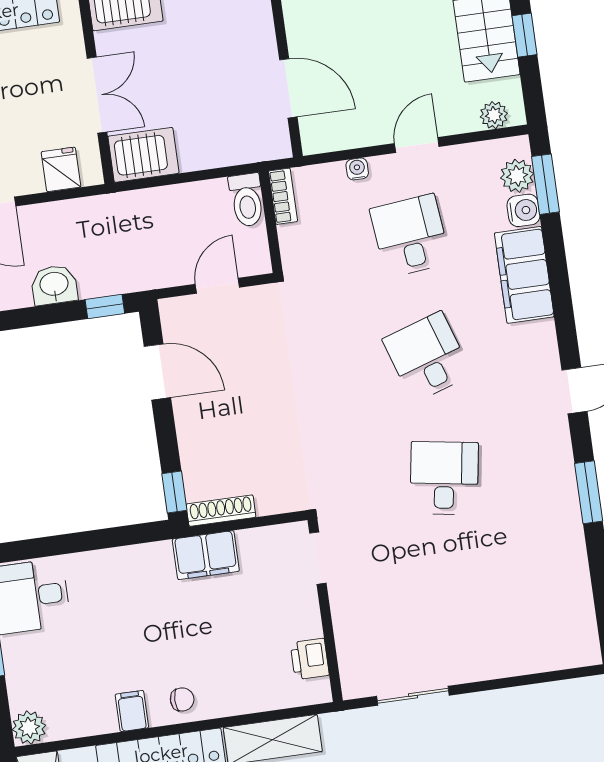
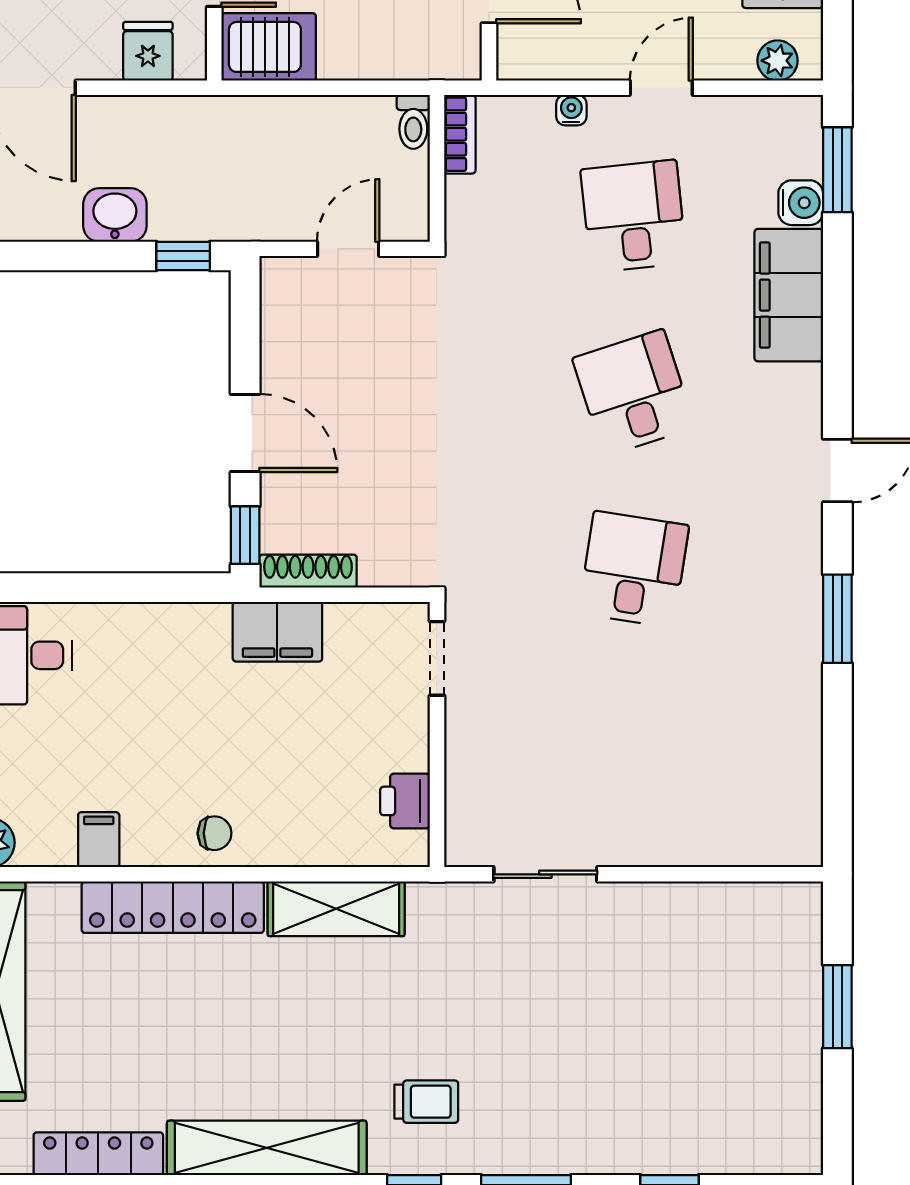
plant: (517, 176) -> (799, 152), removed
toilet: (247, 200) -> (413, 122), width x0.73, depth x0.72
door: (157, 372) -> (245, 433), moved
filing cabinet: (132, 711) -> (99, 840), moved

